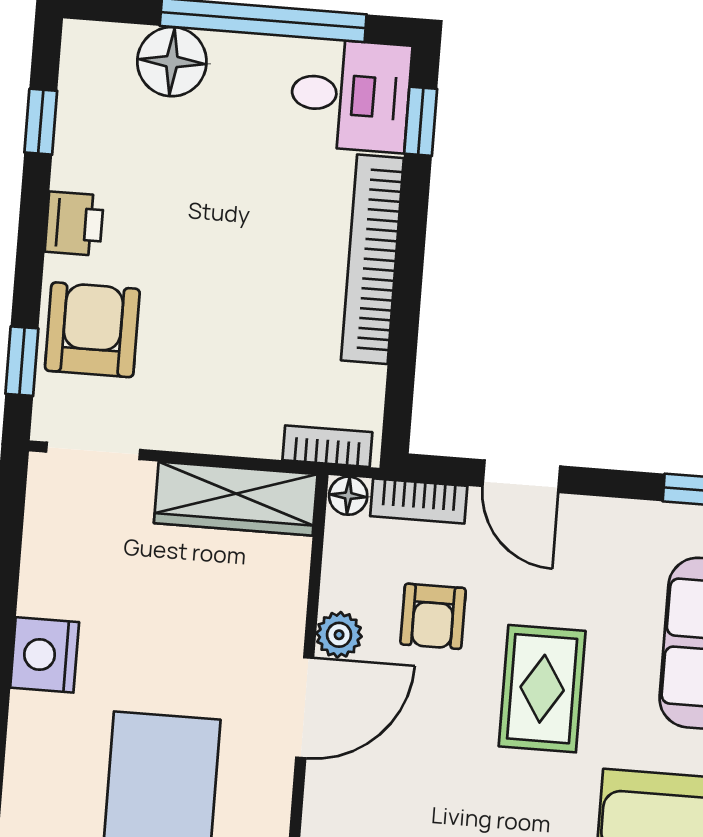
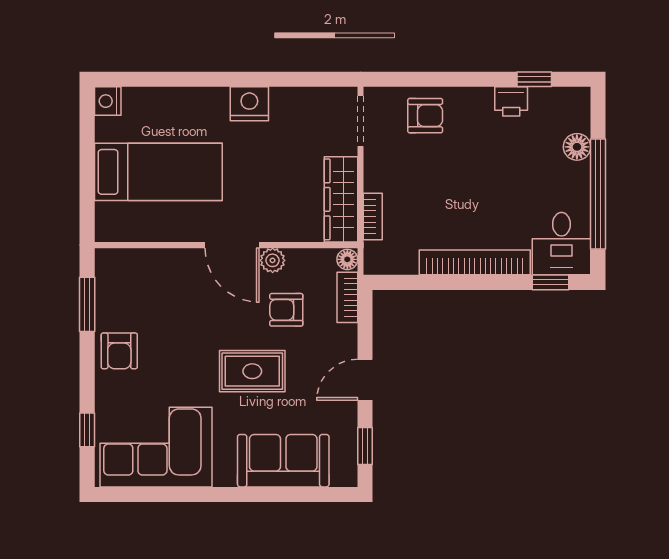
floor lamp: (172, 62) -> (577, 147), width x0.73, depth x0.73
printer: (74, 224) -> (511, 101), moved
armchair: (92, 330) -> (425, 116), width x0.72, depth x0.72
window: (22, 361) -> (405, 79), removed
bookcase: (327, 446) -> (373, 216), moved
door: (521, 476) -> (365, 380), moved

